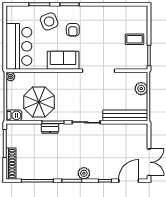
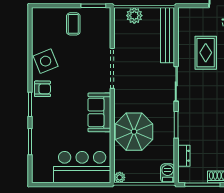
side table: (49, 21) -> (46, 61), moved
armchair: (73, 30) -> (42, 89), moved
parasol: (39, 102) -> (134, 132), moved
dresser: (50, 129) -> (184, 156), moved
rug: (111, 146) -> (206, 53), added

